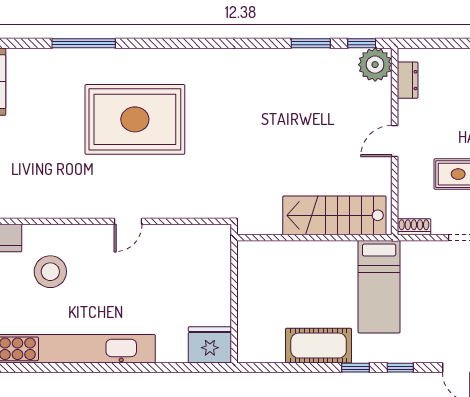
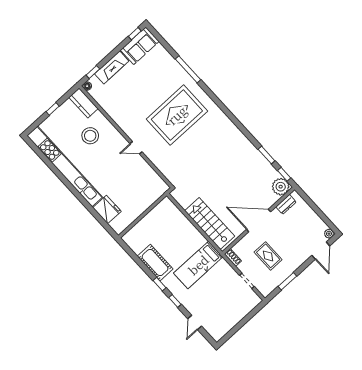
rug: (135, 119) -> (177, 115), turned 90
door: (395, 141) -> (259, 220), width x1.87
fridge: (210, 345) -> (107, 209), moved

